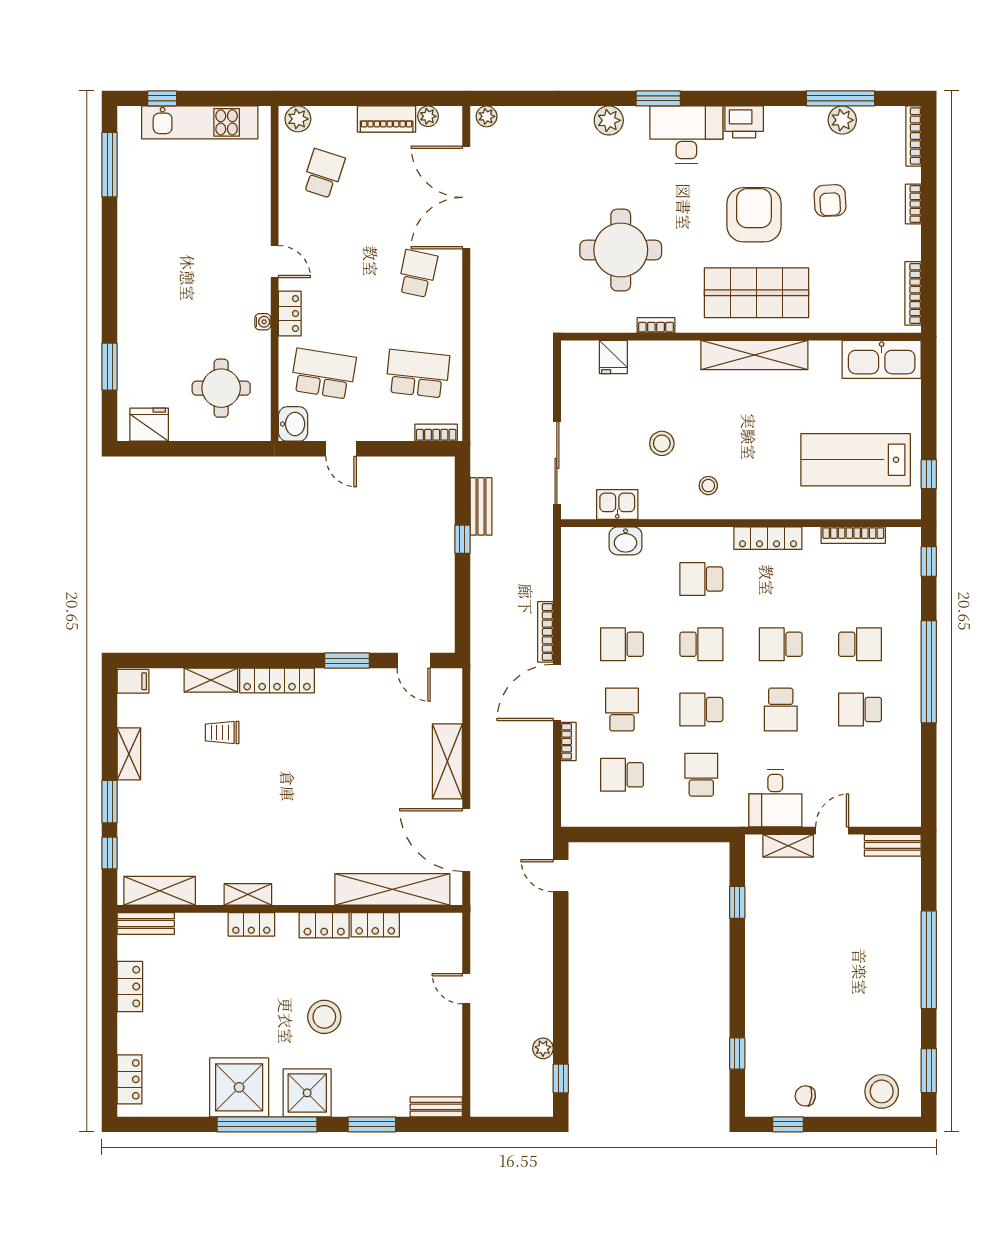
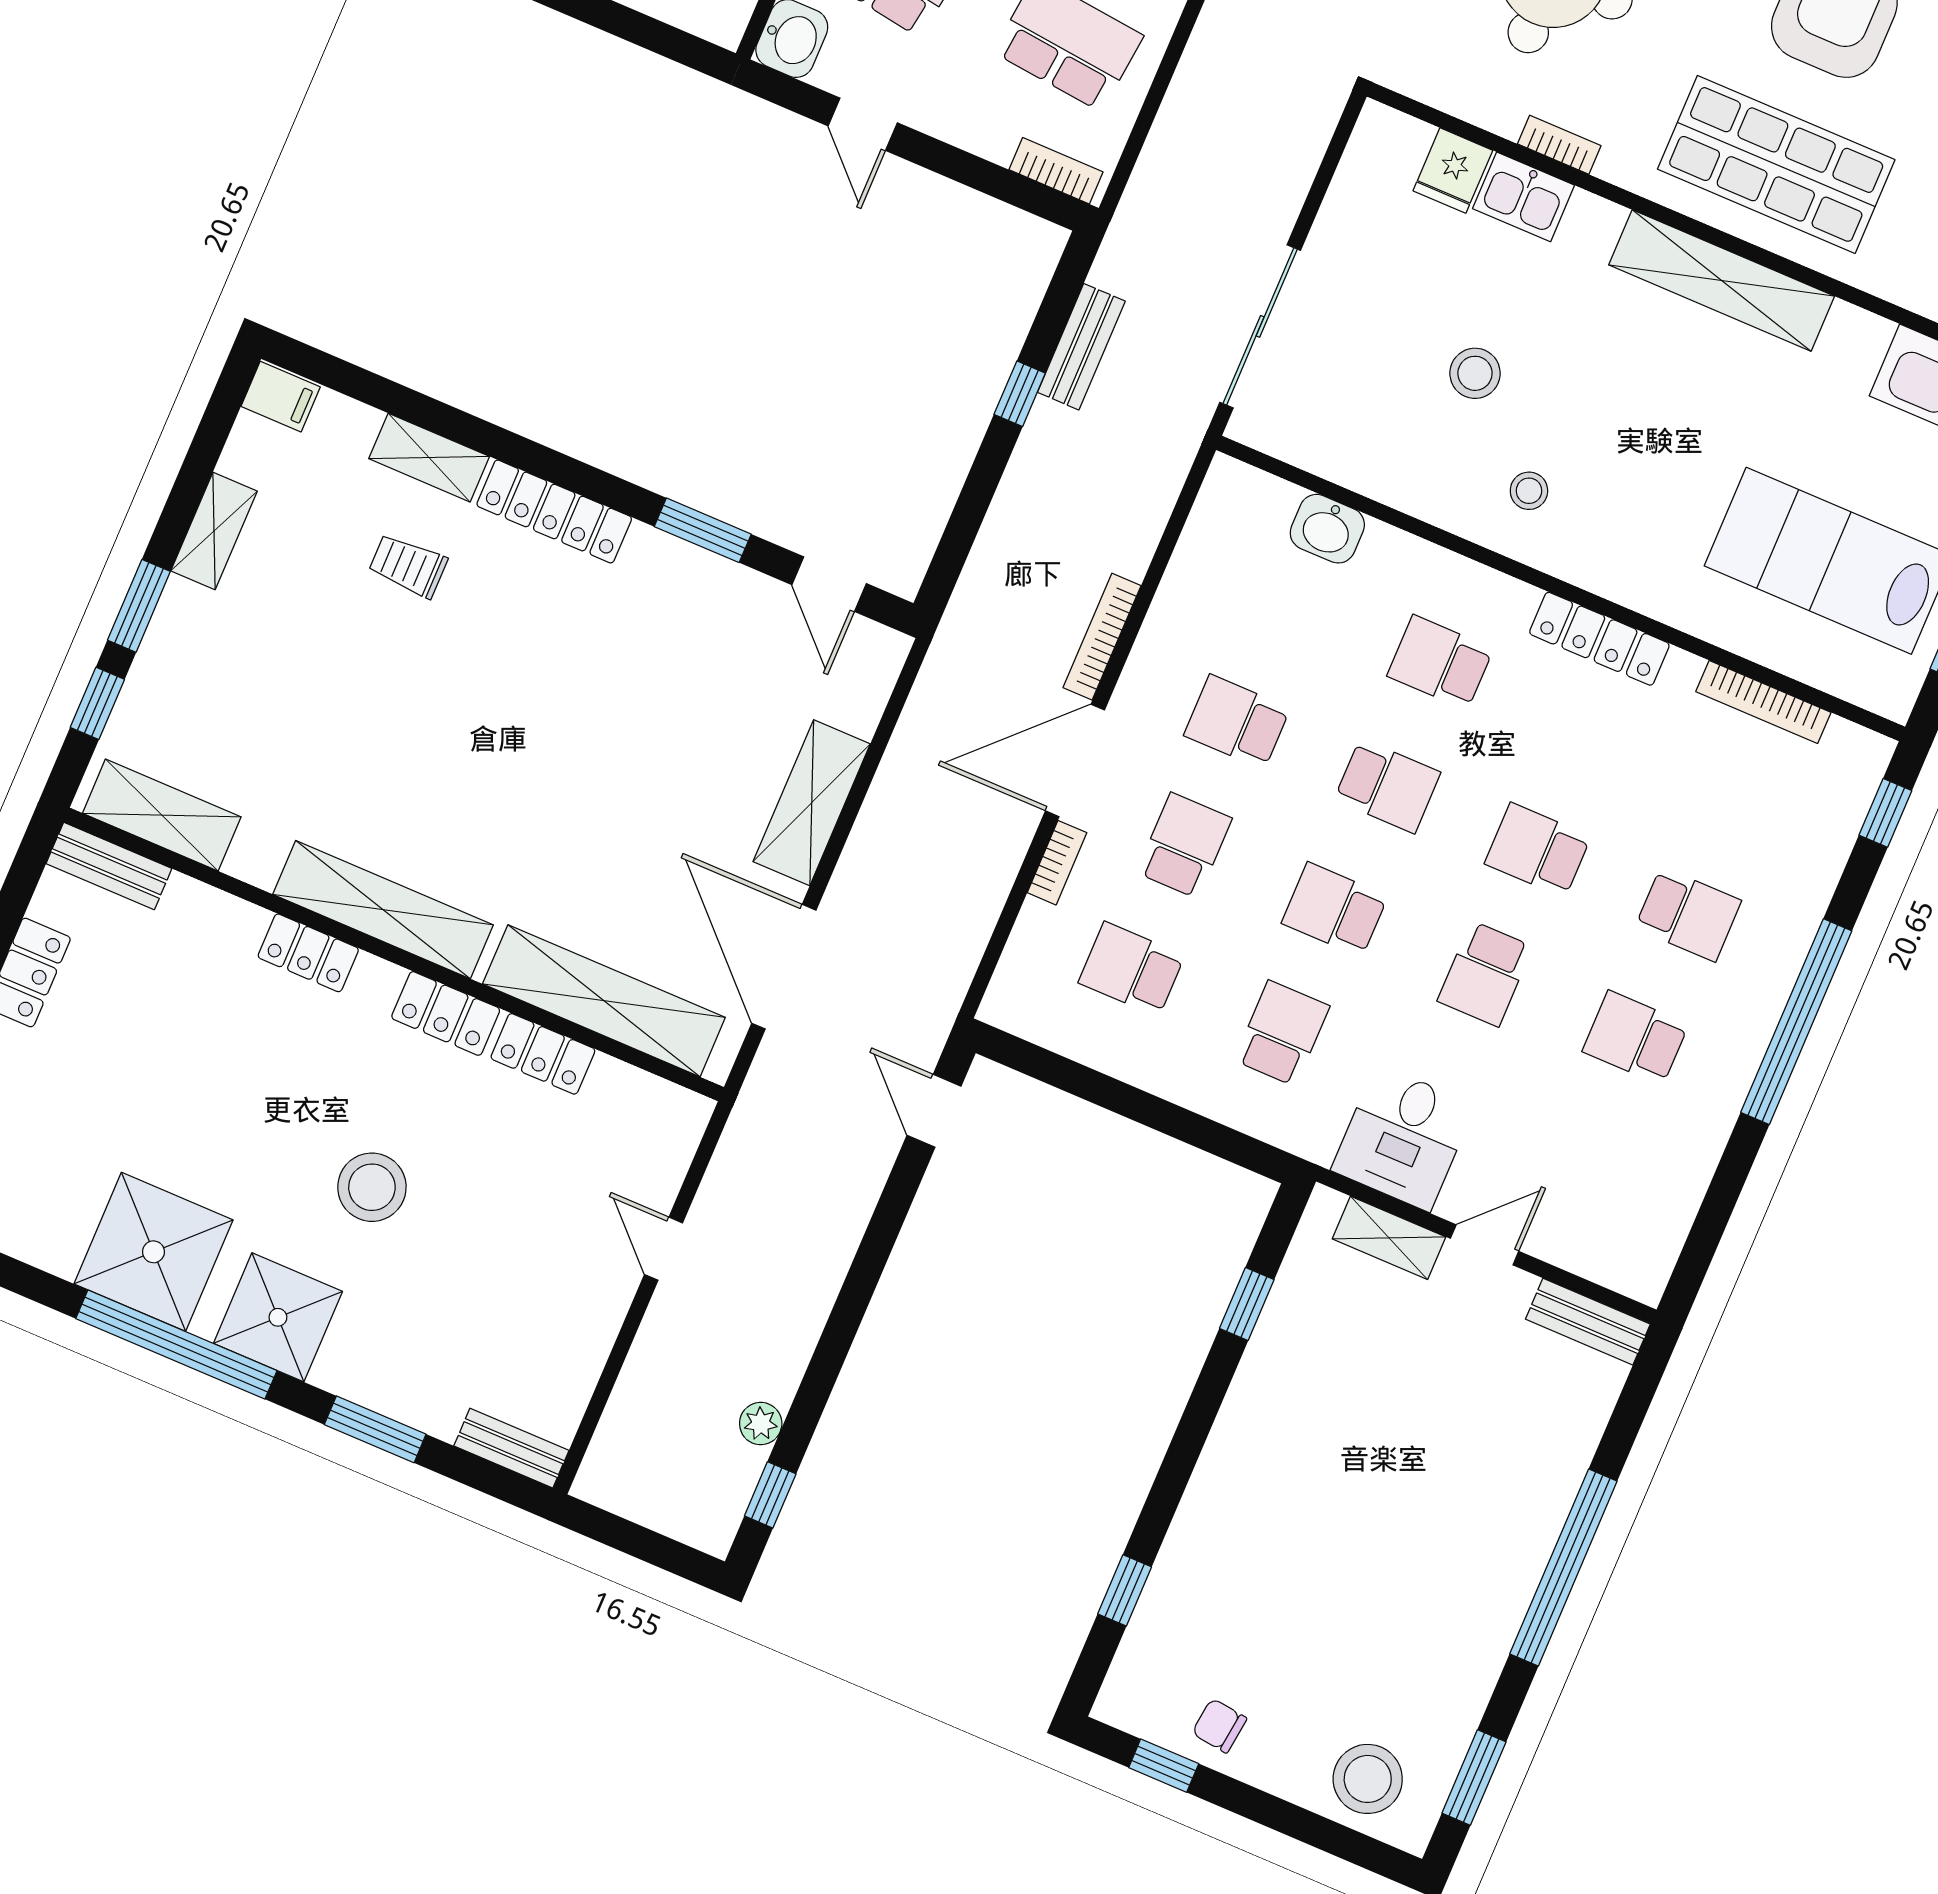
kitchen sink: (617, 504) -> (1524, 197), moved, turned 180
shelving: (248, 894) -> (383, 910), width x2.20, depth x1.33

